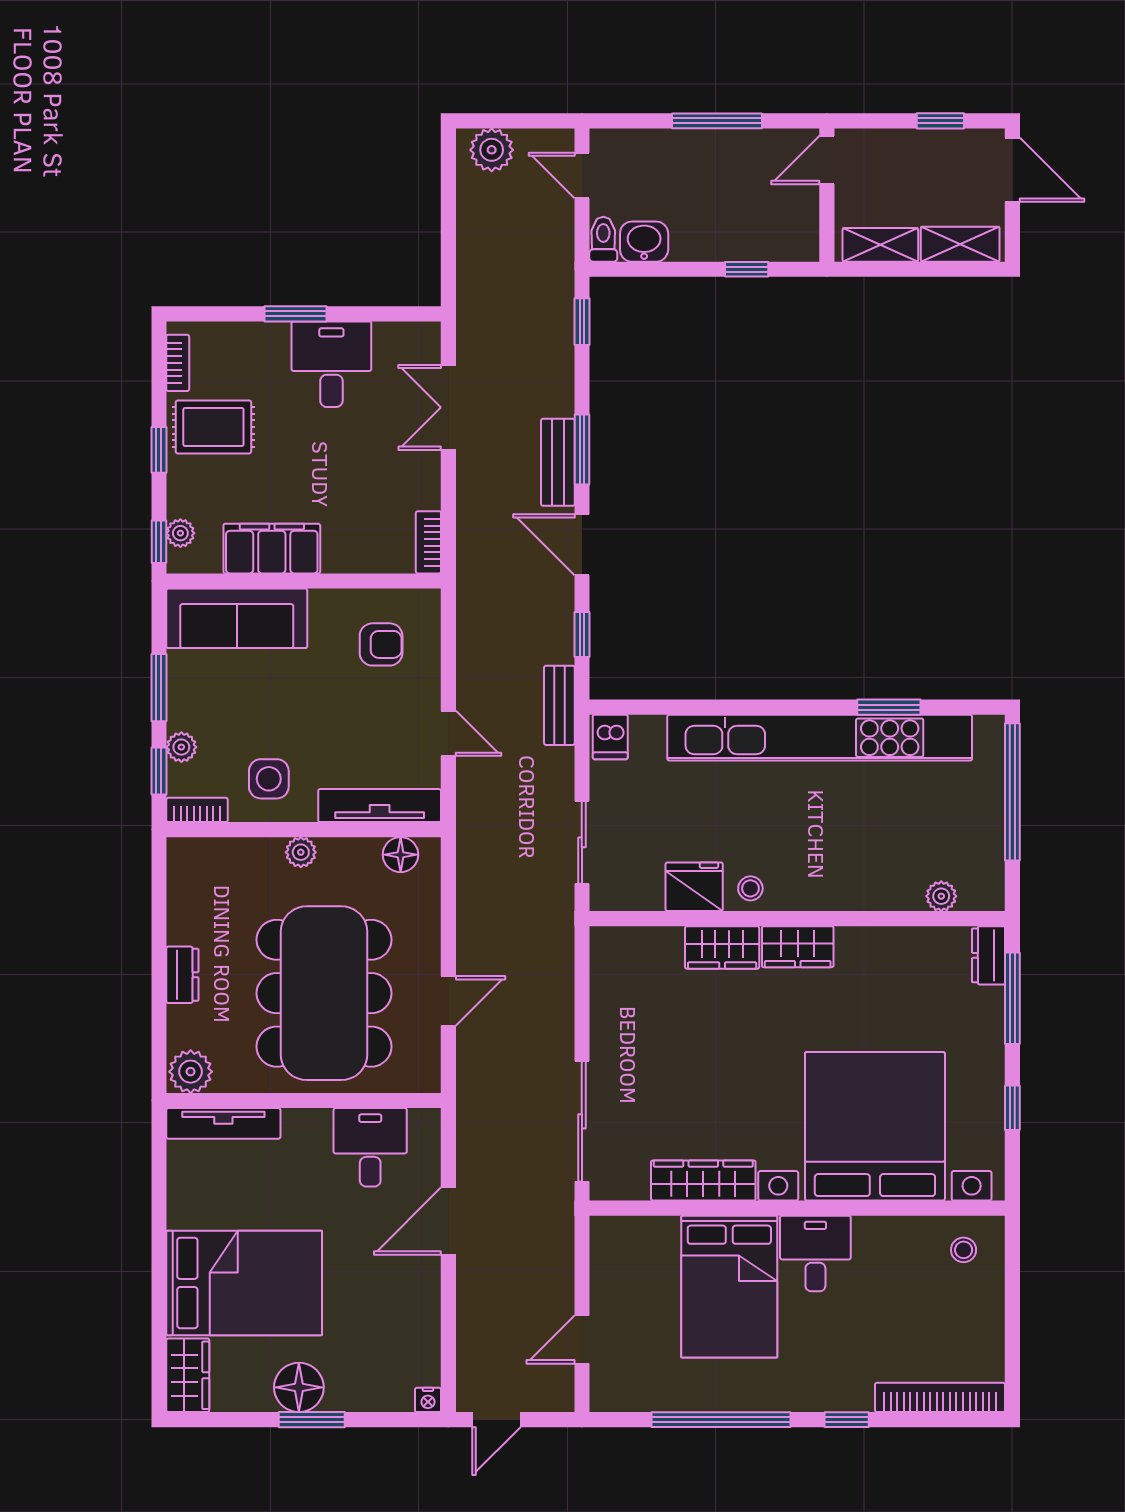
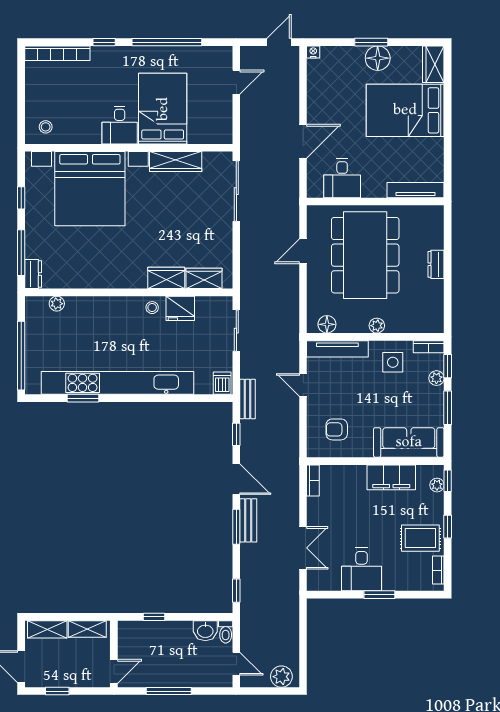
wardrobe: (798, 947) -> (204, 278), moved
plant: (191, 1072) -> (432, 216), removed

